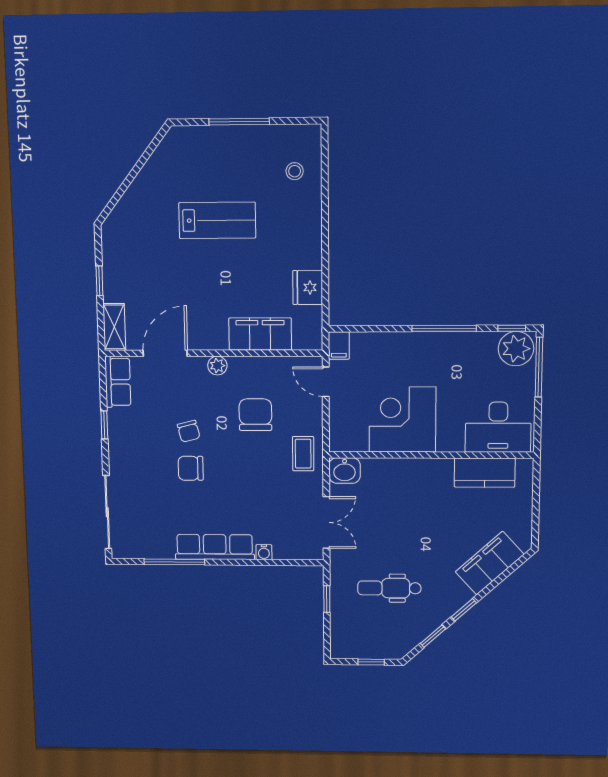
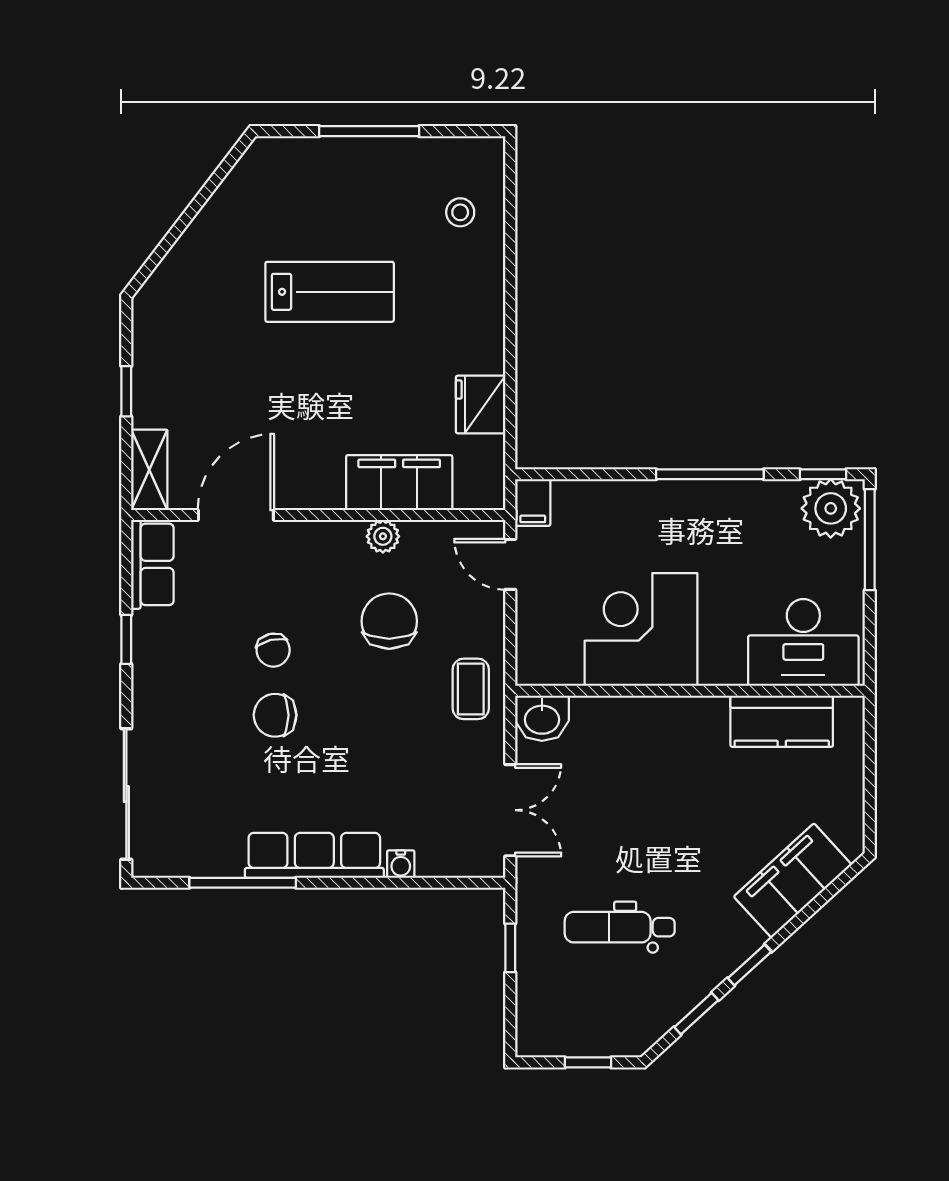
plant: (217, 366) -> (383, 536), moved

